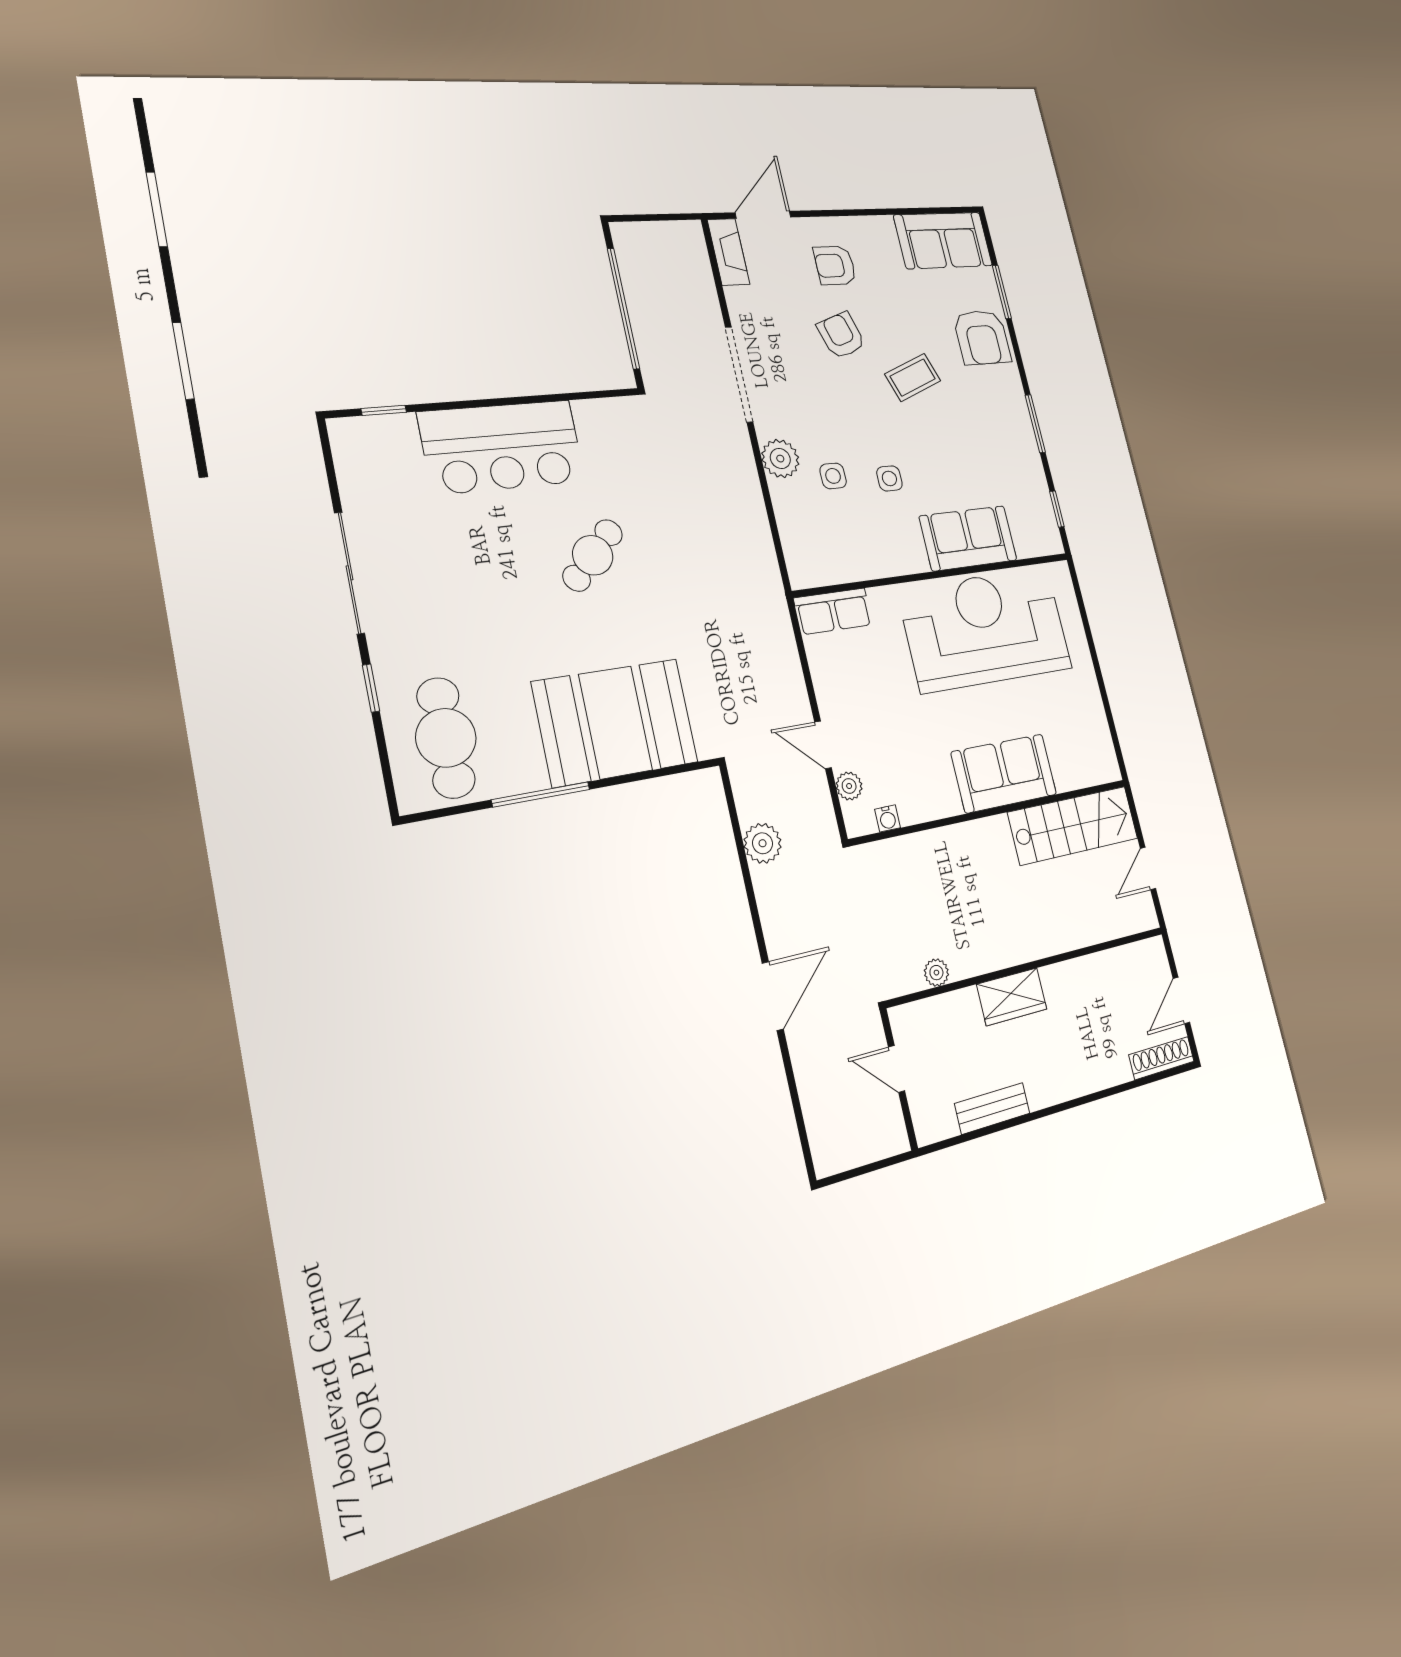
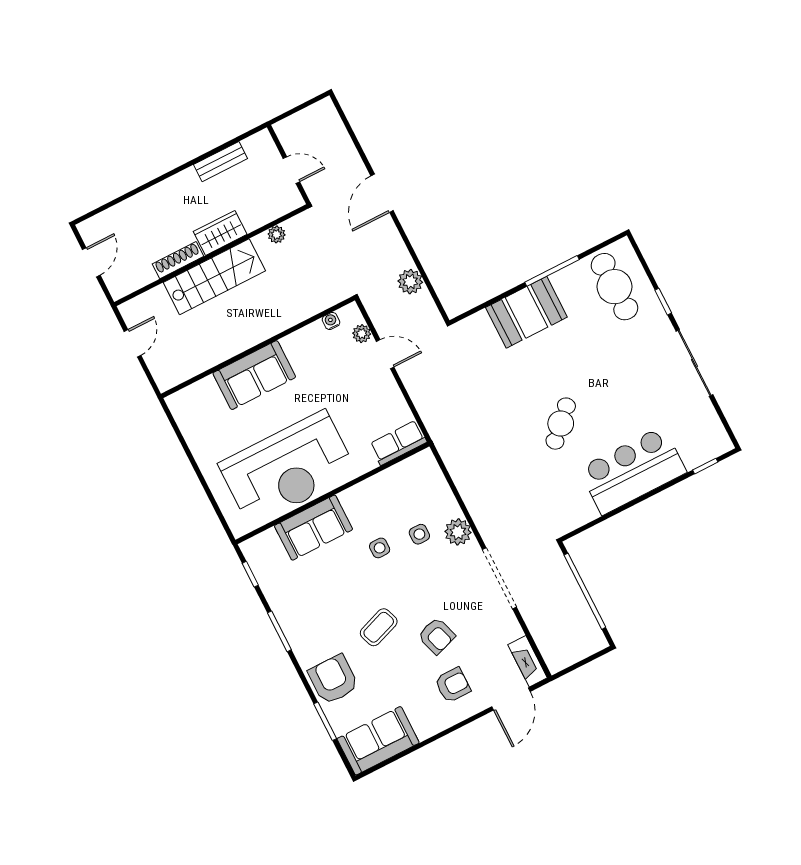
booth: (615, 722) -> (526, 312), width x0.73, depth x0.70
stairs: (1073, 825) -> (214, 277), moved, turned 180
shoe rack: (1162, 1058) -> (178, 260), moved, turned 180

